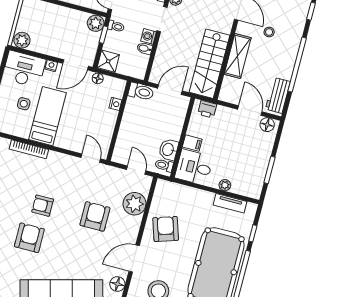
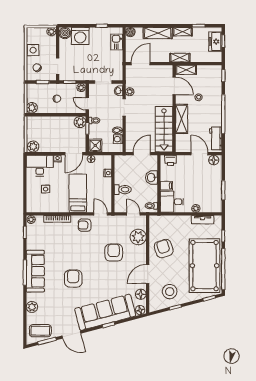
washing machine: (148, 36) -> (118, 139), moved
toilet: (141, 92) -> (123, 190), moved
bed: (48, 116) -> (78, 193), moved
washbasin: (168, 150) -> (151, 178), moved
armchair: (43, 206) -> (85, 225), moved

